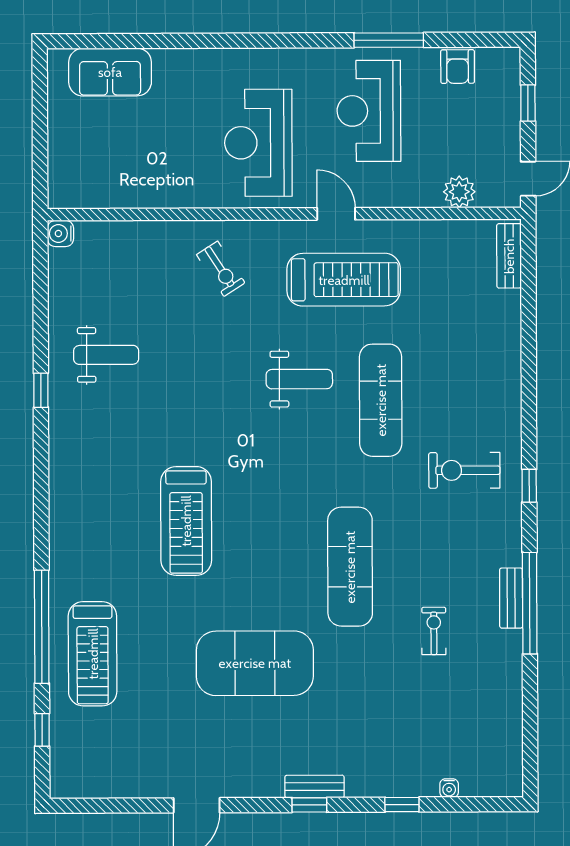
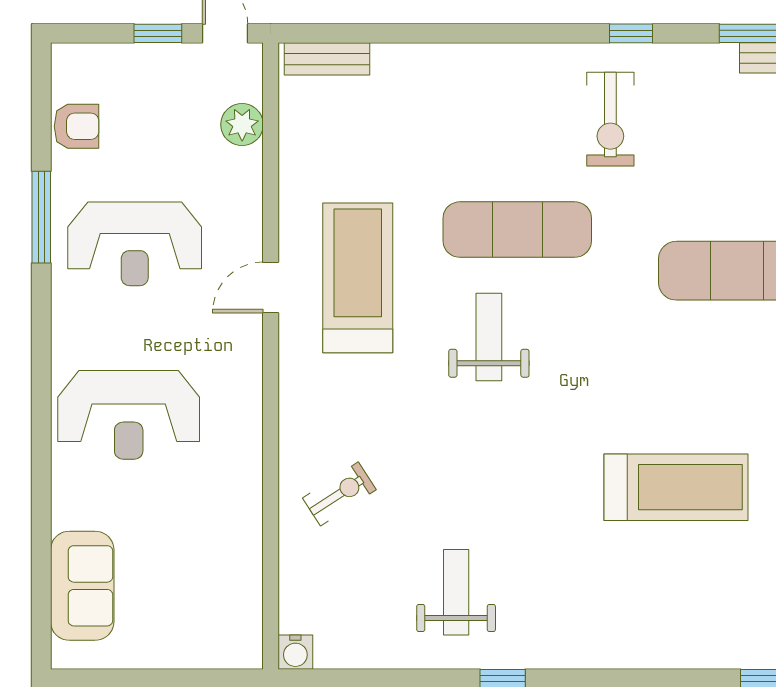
window: (528, 103) -> (158, 33), moved
reception desk: (258, 143) -> (129, 415), moved
exercise bike: (221, 269) -> (339, 494), moved

